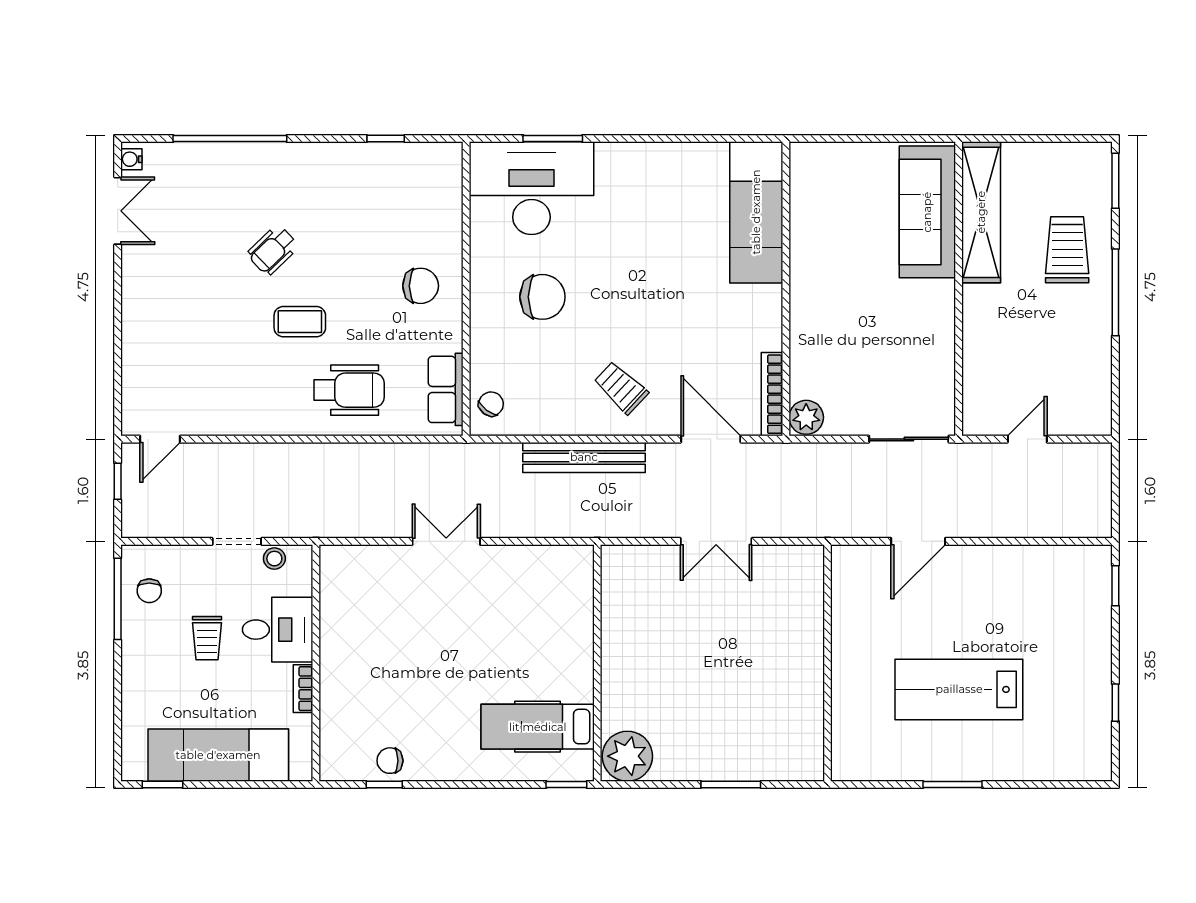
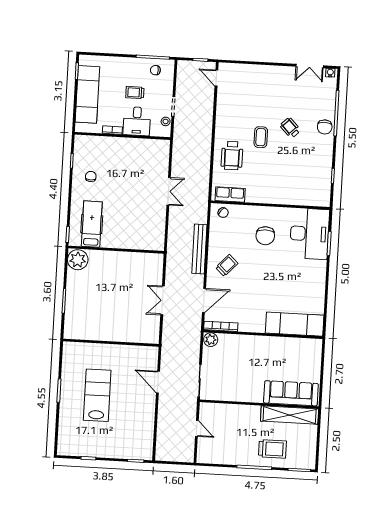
chair: (421, 286) -> (325, 127), moved
chair: (390, 761) -> (91, 176), moved

